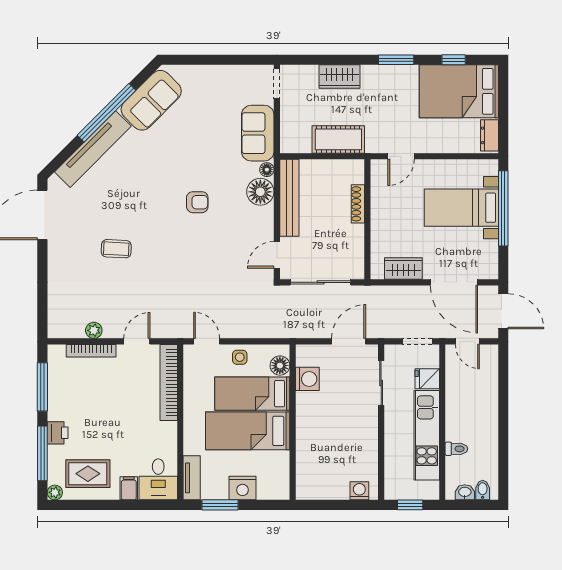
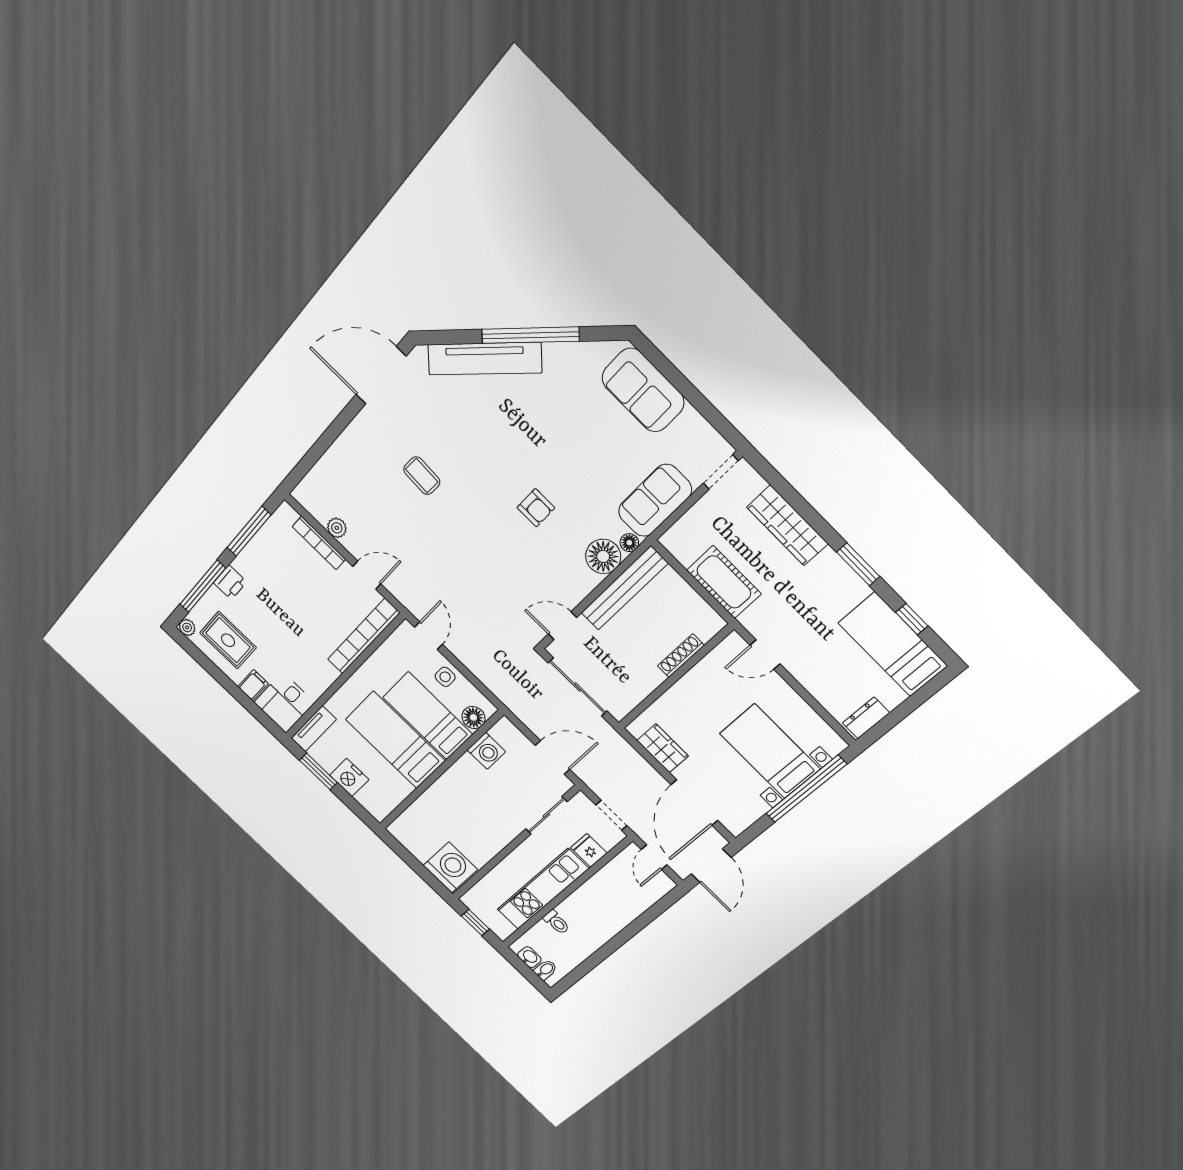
wardrobe: (339, 77) -> (787, 525), width x1.50
bed: (459, 91) -> (893, 644), width x0.67
sofa: (151, 100) -> (643, 390), moved, turned 45
washing machine: (359, 491) -> (450, 867), width x1.89, depth x1.89

